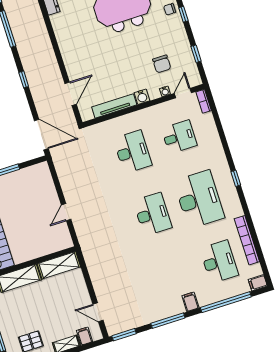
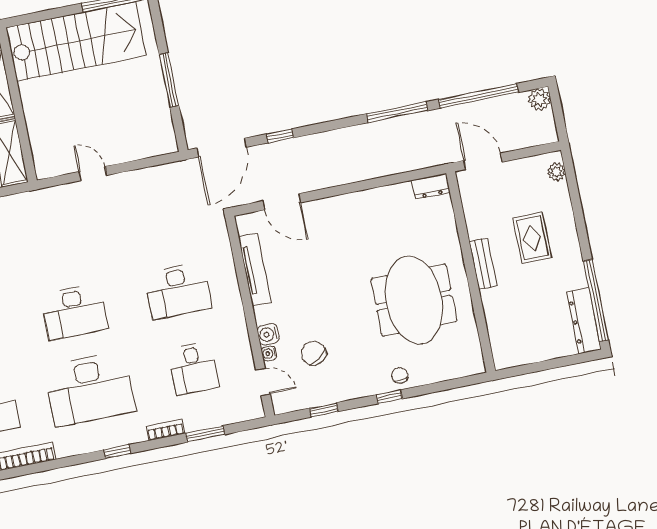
chair: (162, 64) -> (314, 353), turned 55
window: (24, 79) -> (280, 136), moved
water cooler: (142, 97) -> (268, 334), moved
bookcase: (204, 101) -> (165, 430), moved
window: (219, 125) -> (205, 434), added

